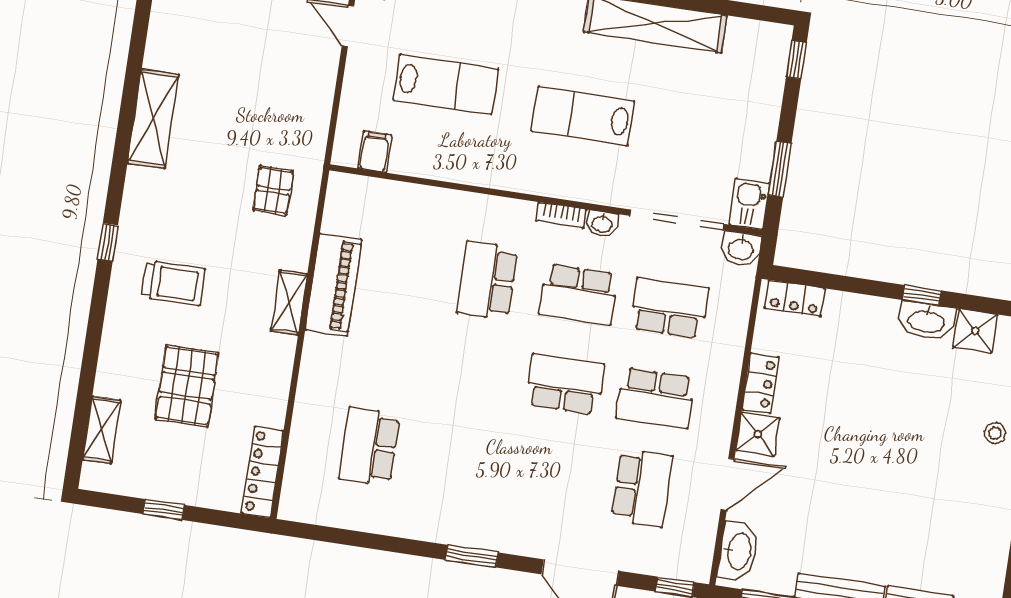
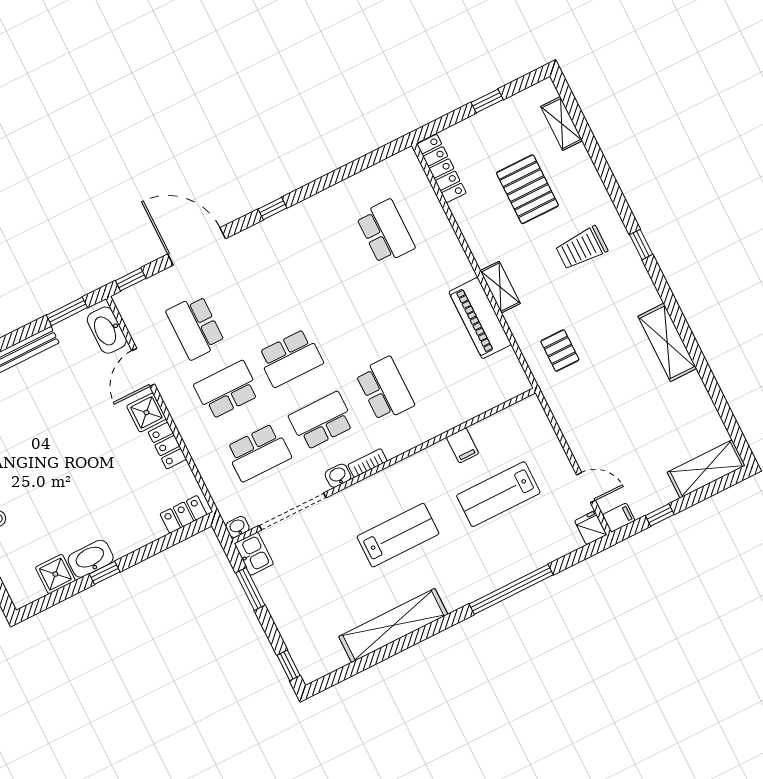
filing cabinet: (375, 152) -> (463, 445), moved
washbasin: (741, 249) -> (238, 527), width x0.72, depth x0.69
window: (472, 556) -> (272, 208), width x0.67

